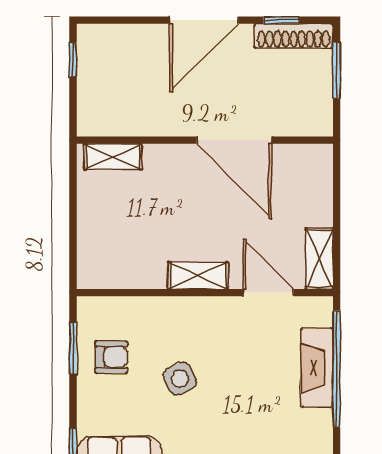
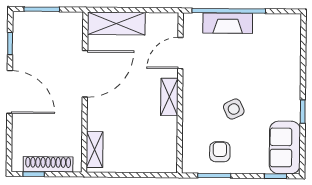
shoe rack: (294, 36) -> (48, 164), moved, turned -90
shelving: (319, 258) -> (116, 24), moved, width x1.50, depth x1.33

